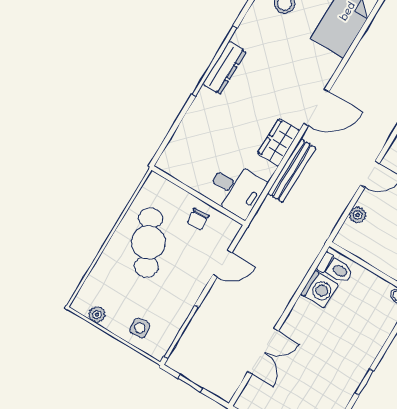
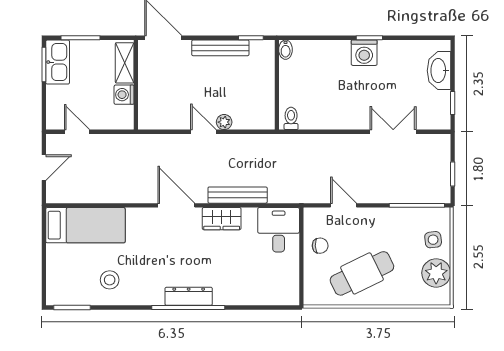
plant: (358, 215) -> (224, 122), moved
toilet: (336, 268) -> (291, 118), width x0.73, depth x0.72
washing machine: (319, 289) -> (364, 53), moved, turned 180
plant: (97, 315) -> (436, 273), width x1.88, depth x1.88

